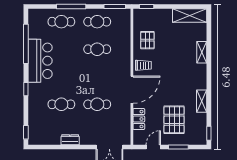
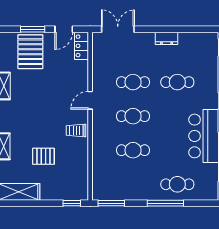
cafe table: (97, 22) -> (133, 116), moved
pallet: (147, 40) -> (43, 156), moved, turned 90
door: (132, 90) -> (90, 100), width x0.53
locker: (139, 119) -> (82, 46), moved
pallet: (174, 120) -> (30, 52), moved

